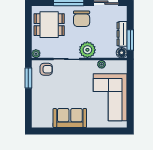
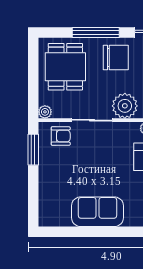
chair: (82, 19) -> (116, 58), turned -90
dining table: (49, 25) -> (65, 67), turned 90

